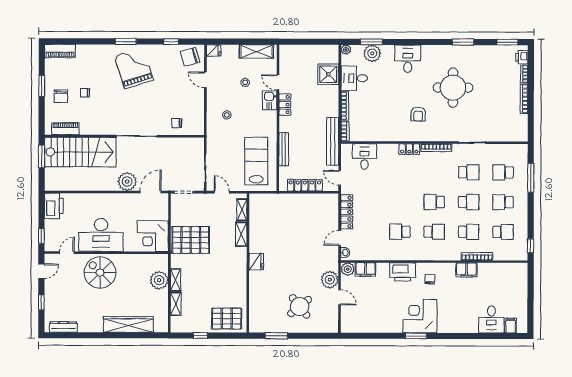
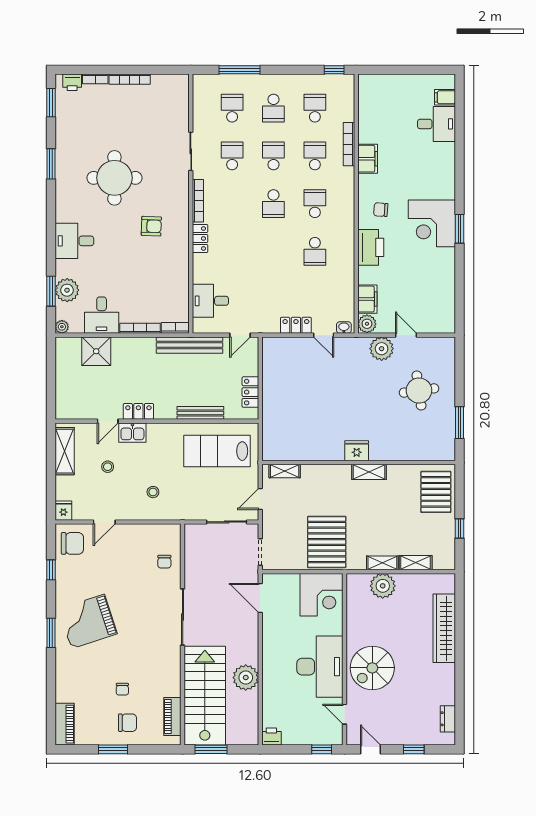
chair: (190, 57) -> (72, 543), turned -74
school desk: (503, 172) -> (232, 108), turned 180
plant: (127, 182) -> (246, 678), moved
locker: (305, 185) -> (250, 392), width x0.66
printer: (54, 206) -> (271, 737), width x0.53, depth x0.68
locker: (347, 212) -> (296, 325), width x0.66
shelving: (241, 234) -> (369, 472), moved
door: (339, 297) -> (406, 335), hinge flipped
round table: (300, 307) -> (419, 391), turned 31
dresser: (63, 327) -> (448, 719), width x0.70

